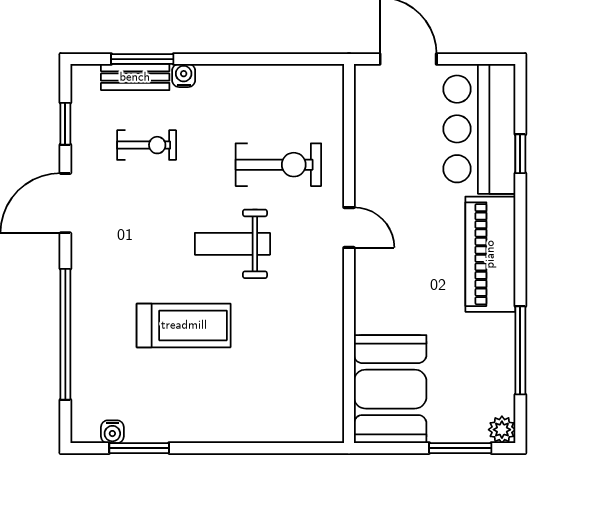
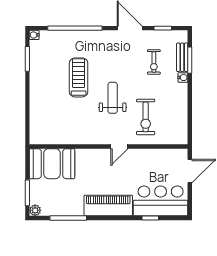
treadmill: (184, 325) -> (79, 77), turned 180
water cooler: (112, 432) -> (34, 35), moved

